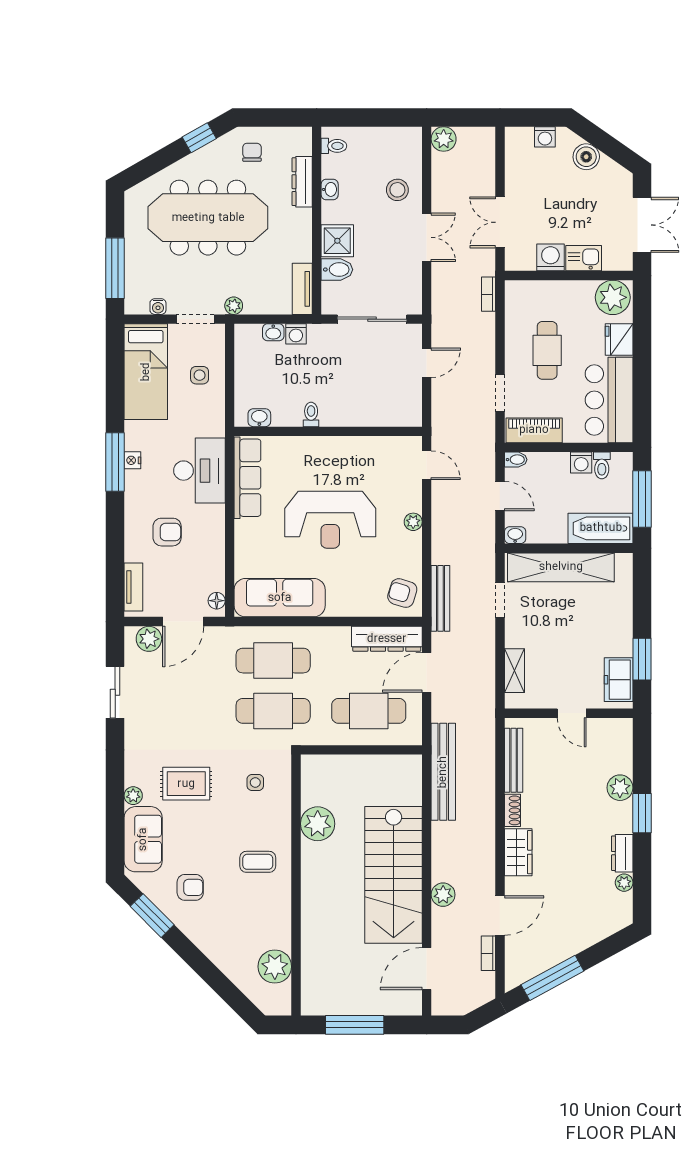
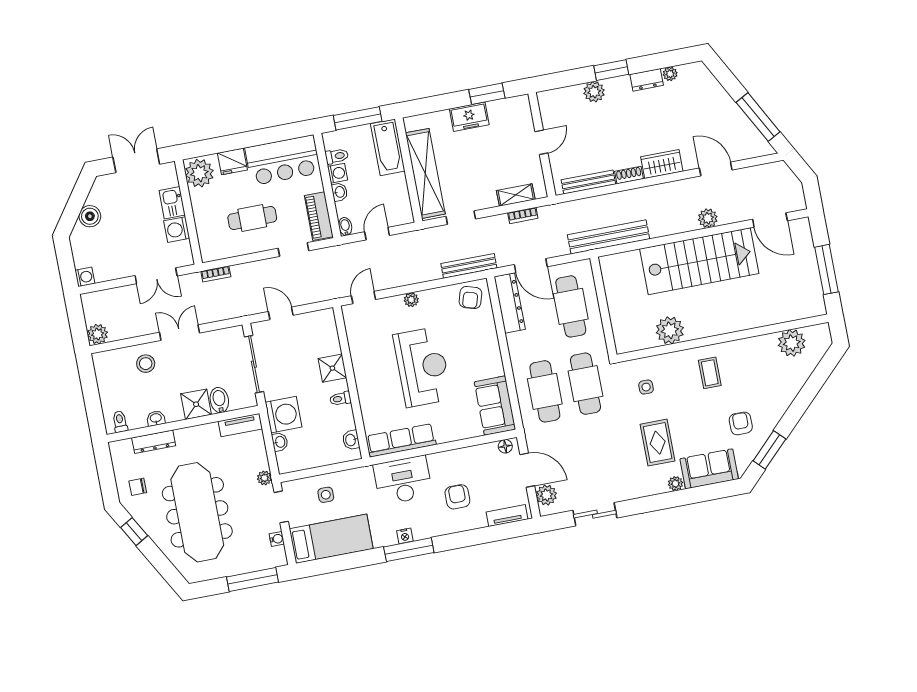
washing machine: (545, 137) -> (85, 277), moved
washing machine: (296, 334) -> (283, 415), width x1.89, depth x1.89
shower: (349, 412) -> (332, 368), added
washbasin: (515, 535) -> (339, 192), moved, turned 180
sofa: (280, 598) -> (495, 406), width x0.73
freezer: (619, 680) -> (469, 117), moved
bookcase: (488, 953) -> (523, 215), moved

